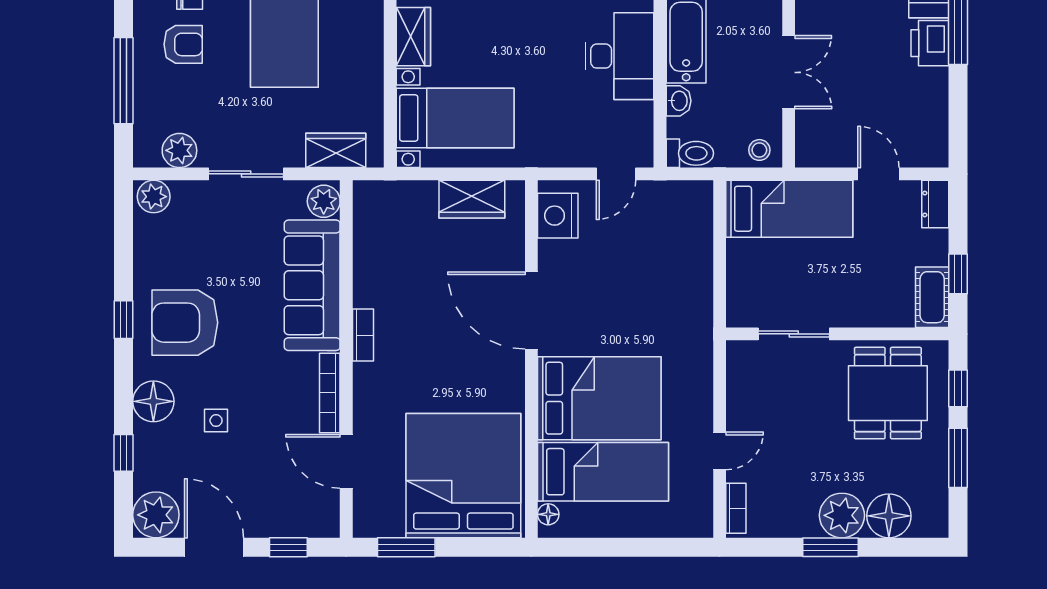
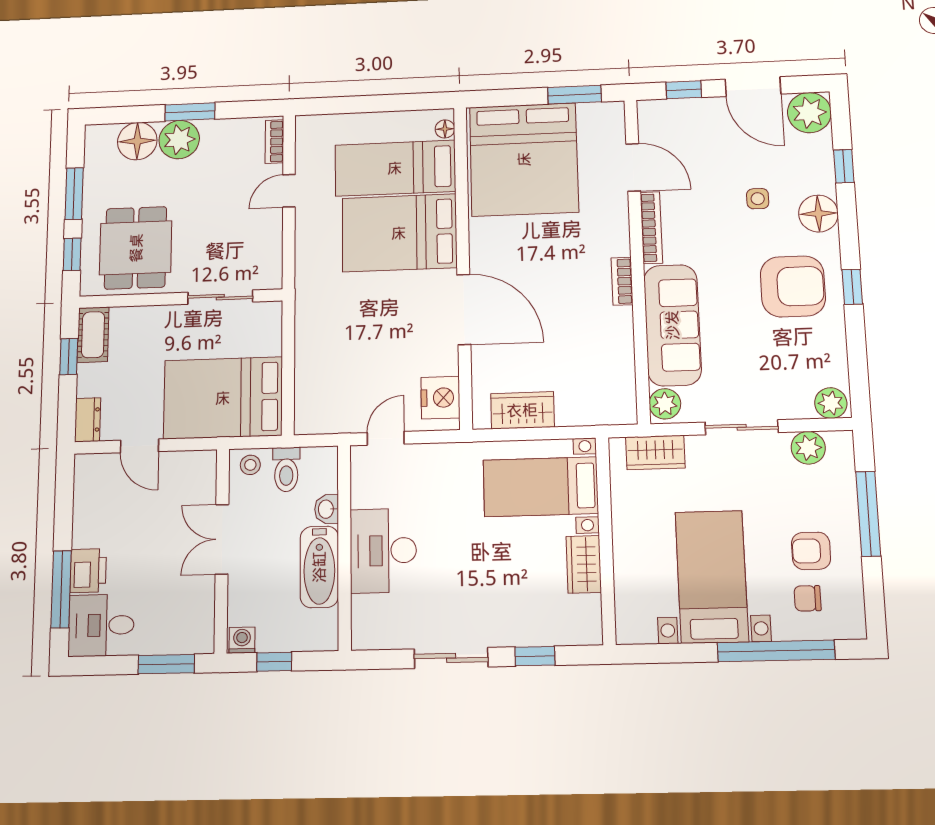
toilet: (690, 153) -> (286, 469), moved, turned -90
bed: (789, 209) -> (223, 398), width x1.50

